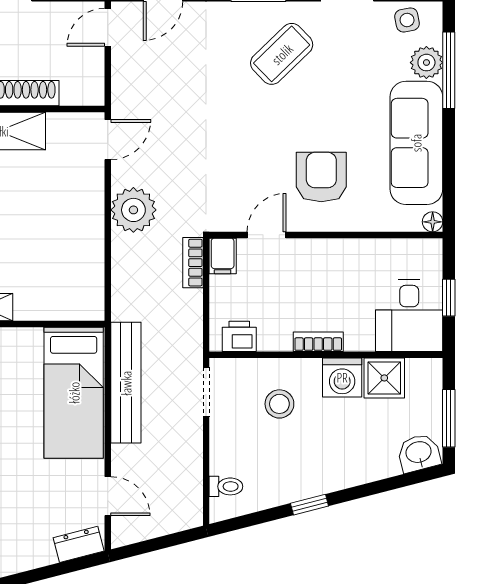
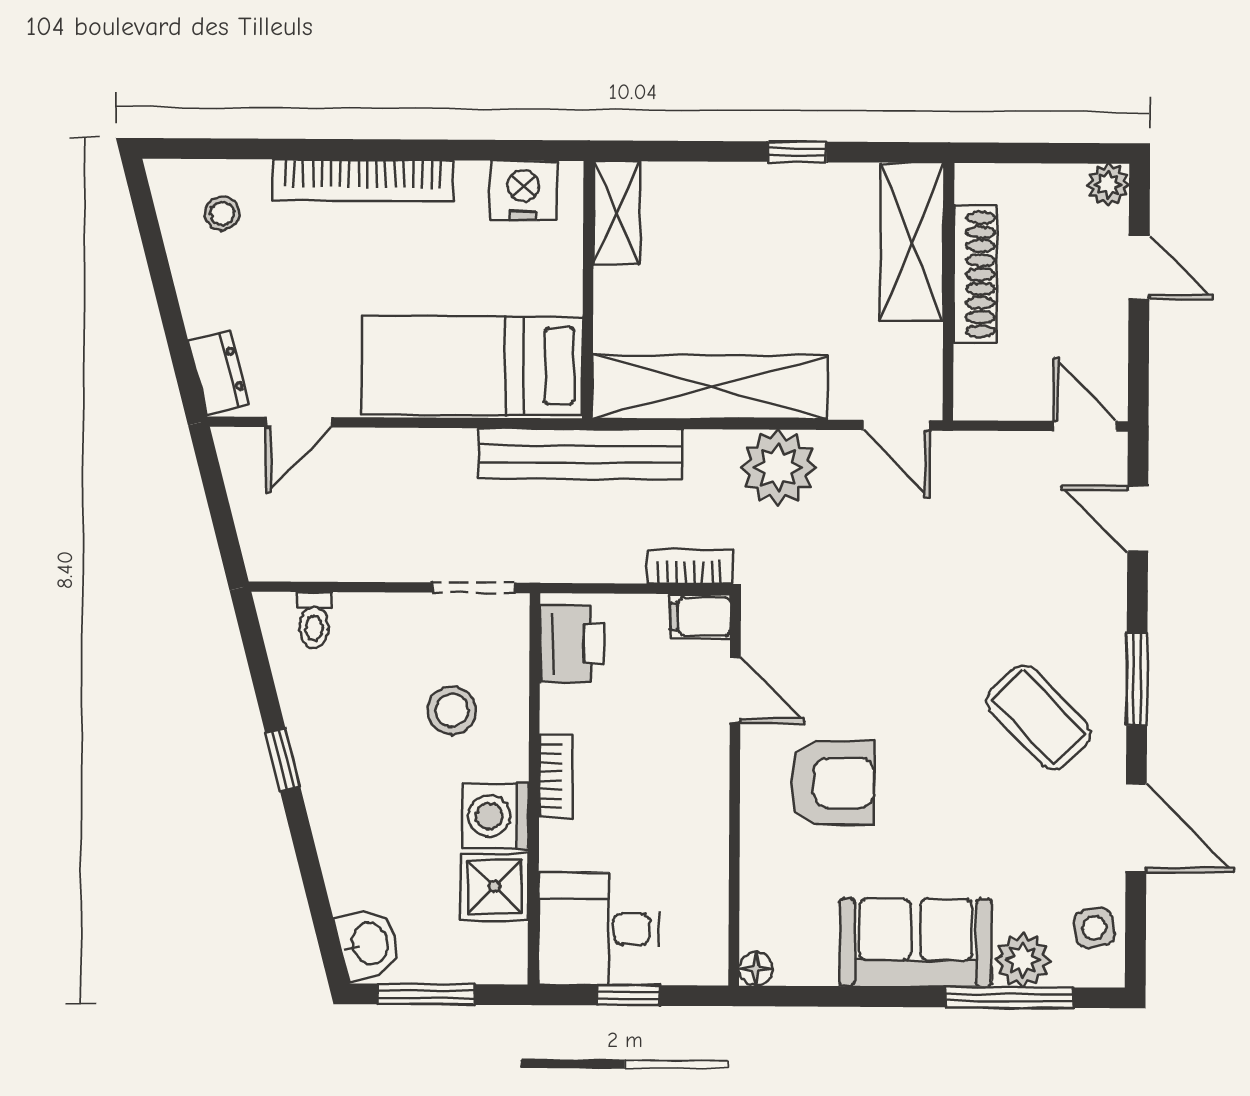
sofa: (416, 143) -> (916, 943), width x0.73
shelving: (86, 251) -> (710, 387), added
printer: (239, 336) -> (572, 644), width x1.36, depth x1.24
bench: (126, 383) -> (580, 454), moved

